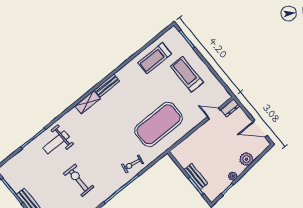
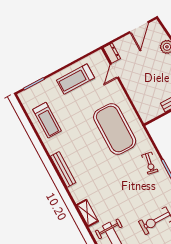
treadmill: (187, 74) -> (75, 79), moved
bench: (107, 86) -> (63, 169), width x1.36
shelving: (88, 102) -> (87, 213), moved

